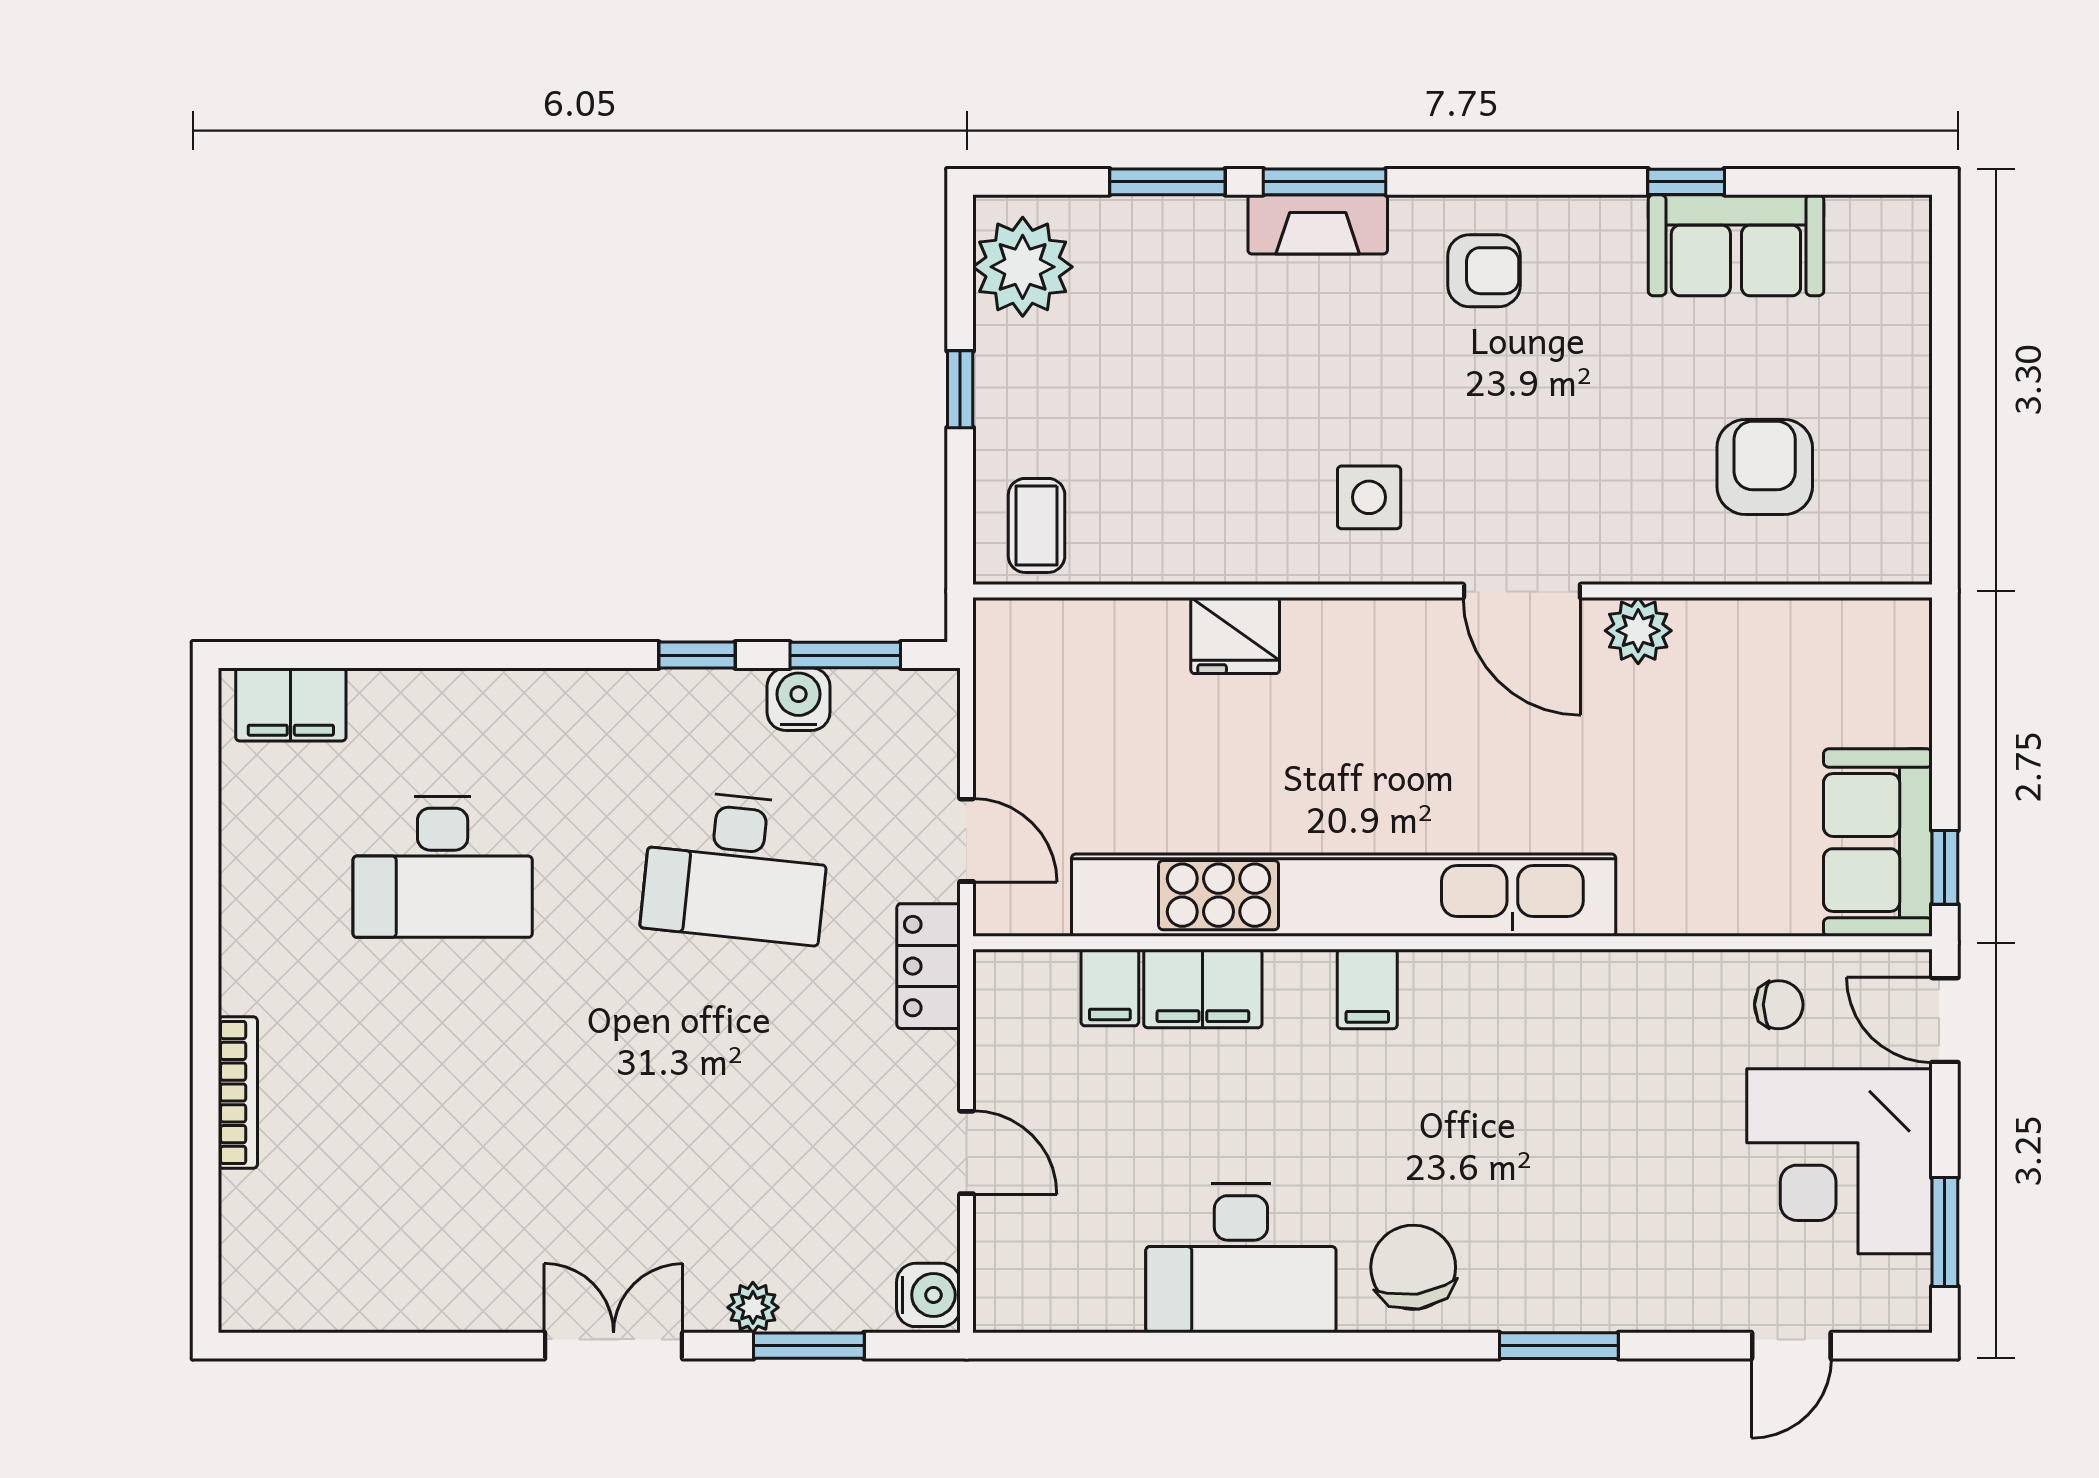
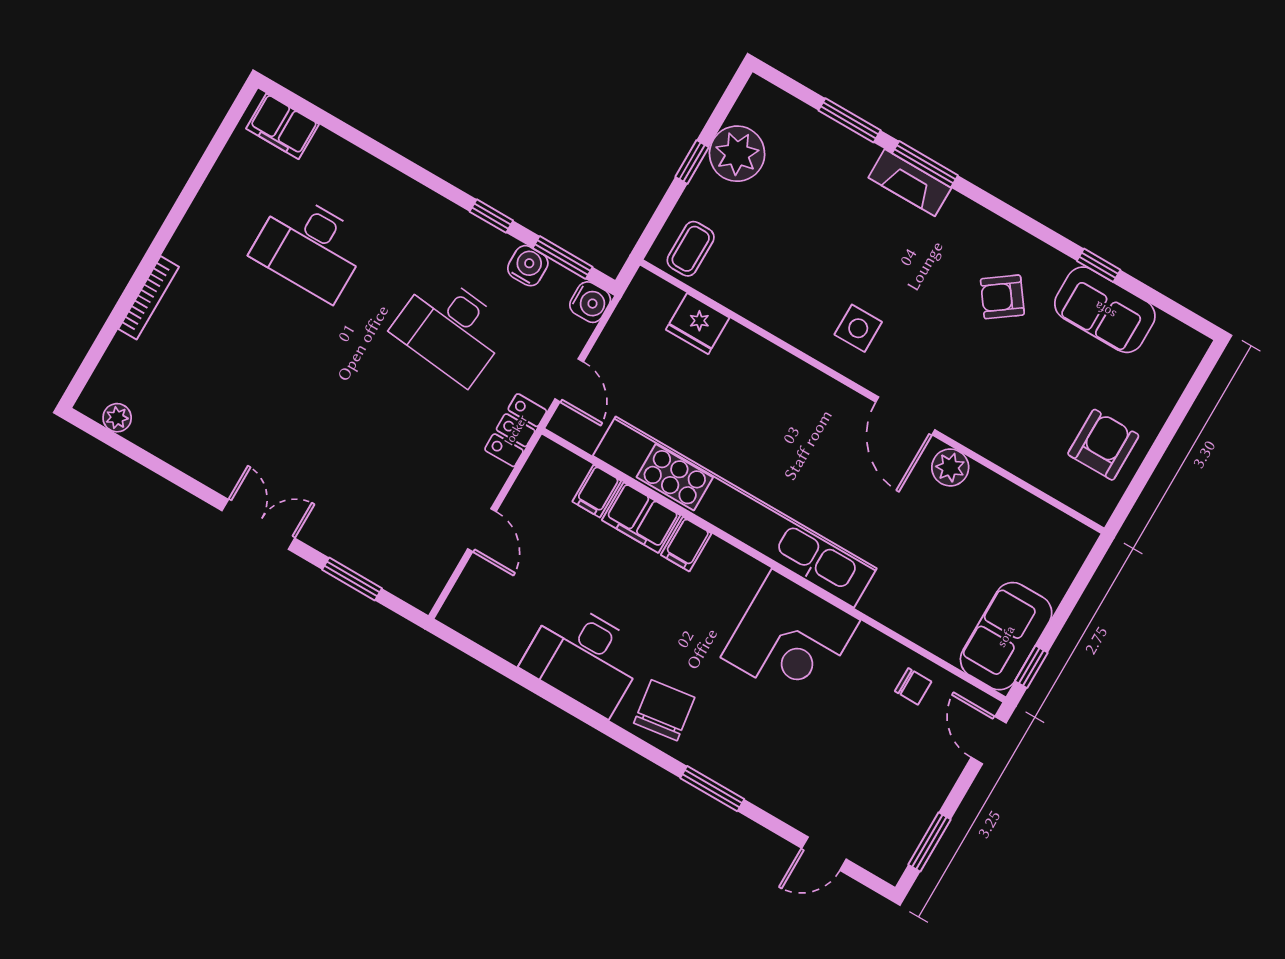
plant: (1023, 267) -> (737, 154), moved
armchair: (1484, 271) -> (1002, 297), moved, turned 144
armchair: (1765, 467) -> (1103, 445), moved
fridge: (1235, 636) -> (698, 324), moved
filing cabinet: (1367, 989) -> (686, 544), moved
corner desk: (1840, 1161) -> (790, 639), moved, turned -90
water cooler: (928, 1295) -> (590, 302), moved
plant: (753, 1307) -> (117, 418), moved

